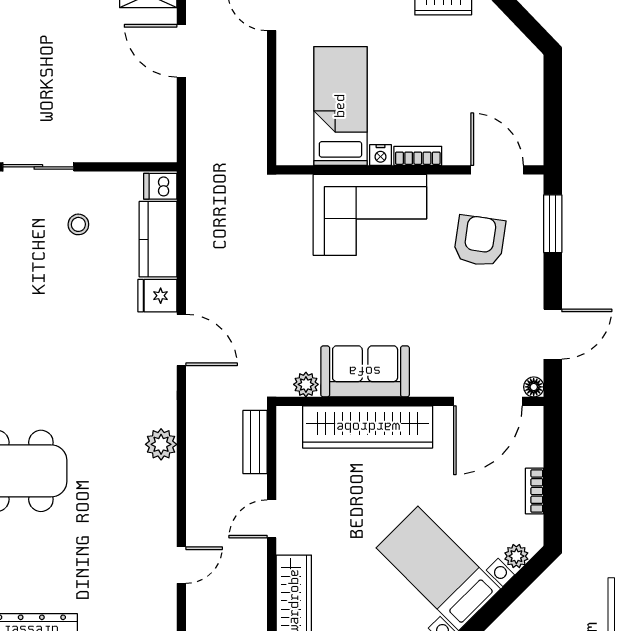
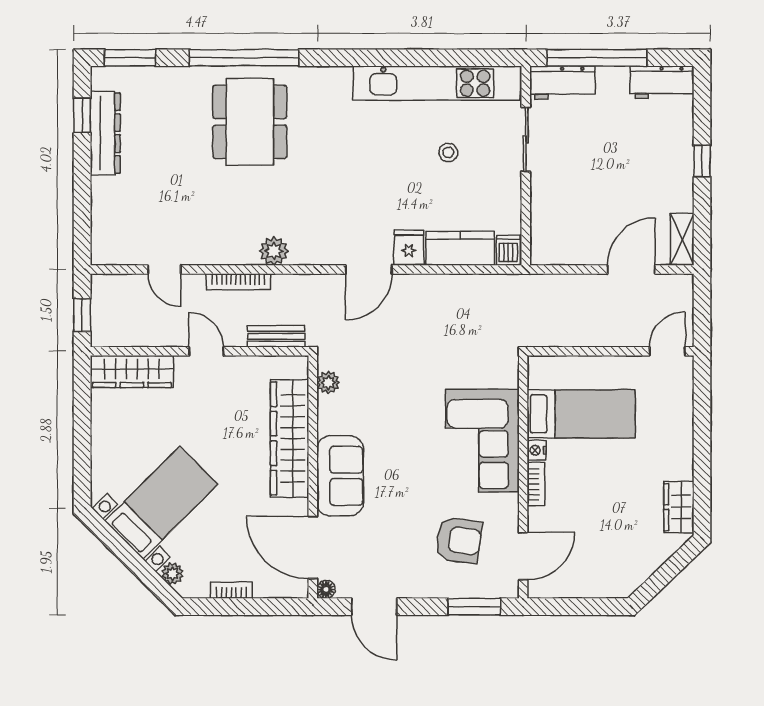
stool: (78, 224) -> (448, 152), moved
sofa: (365, 371) -> (340, 476), moved
bookcase: (195, 484) -> (238, 282), added

